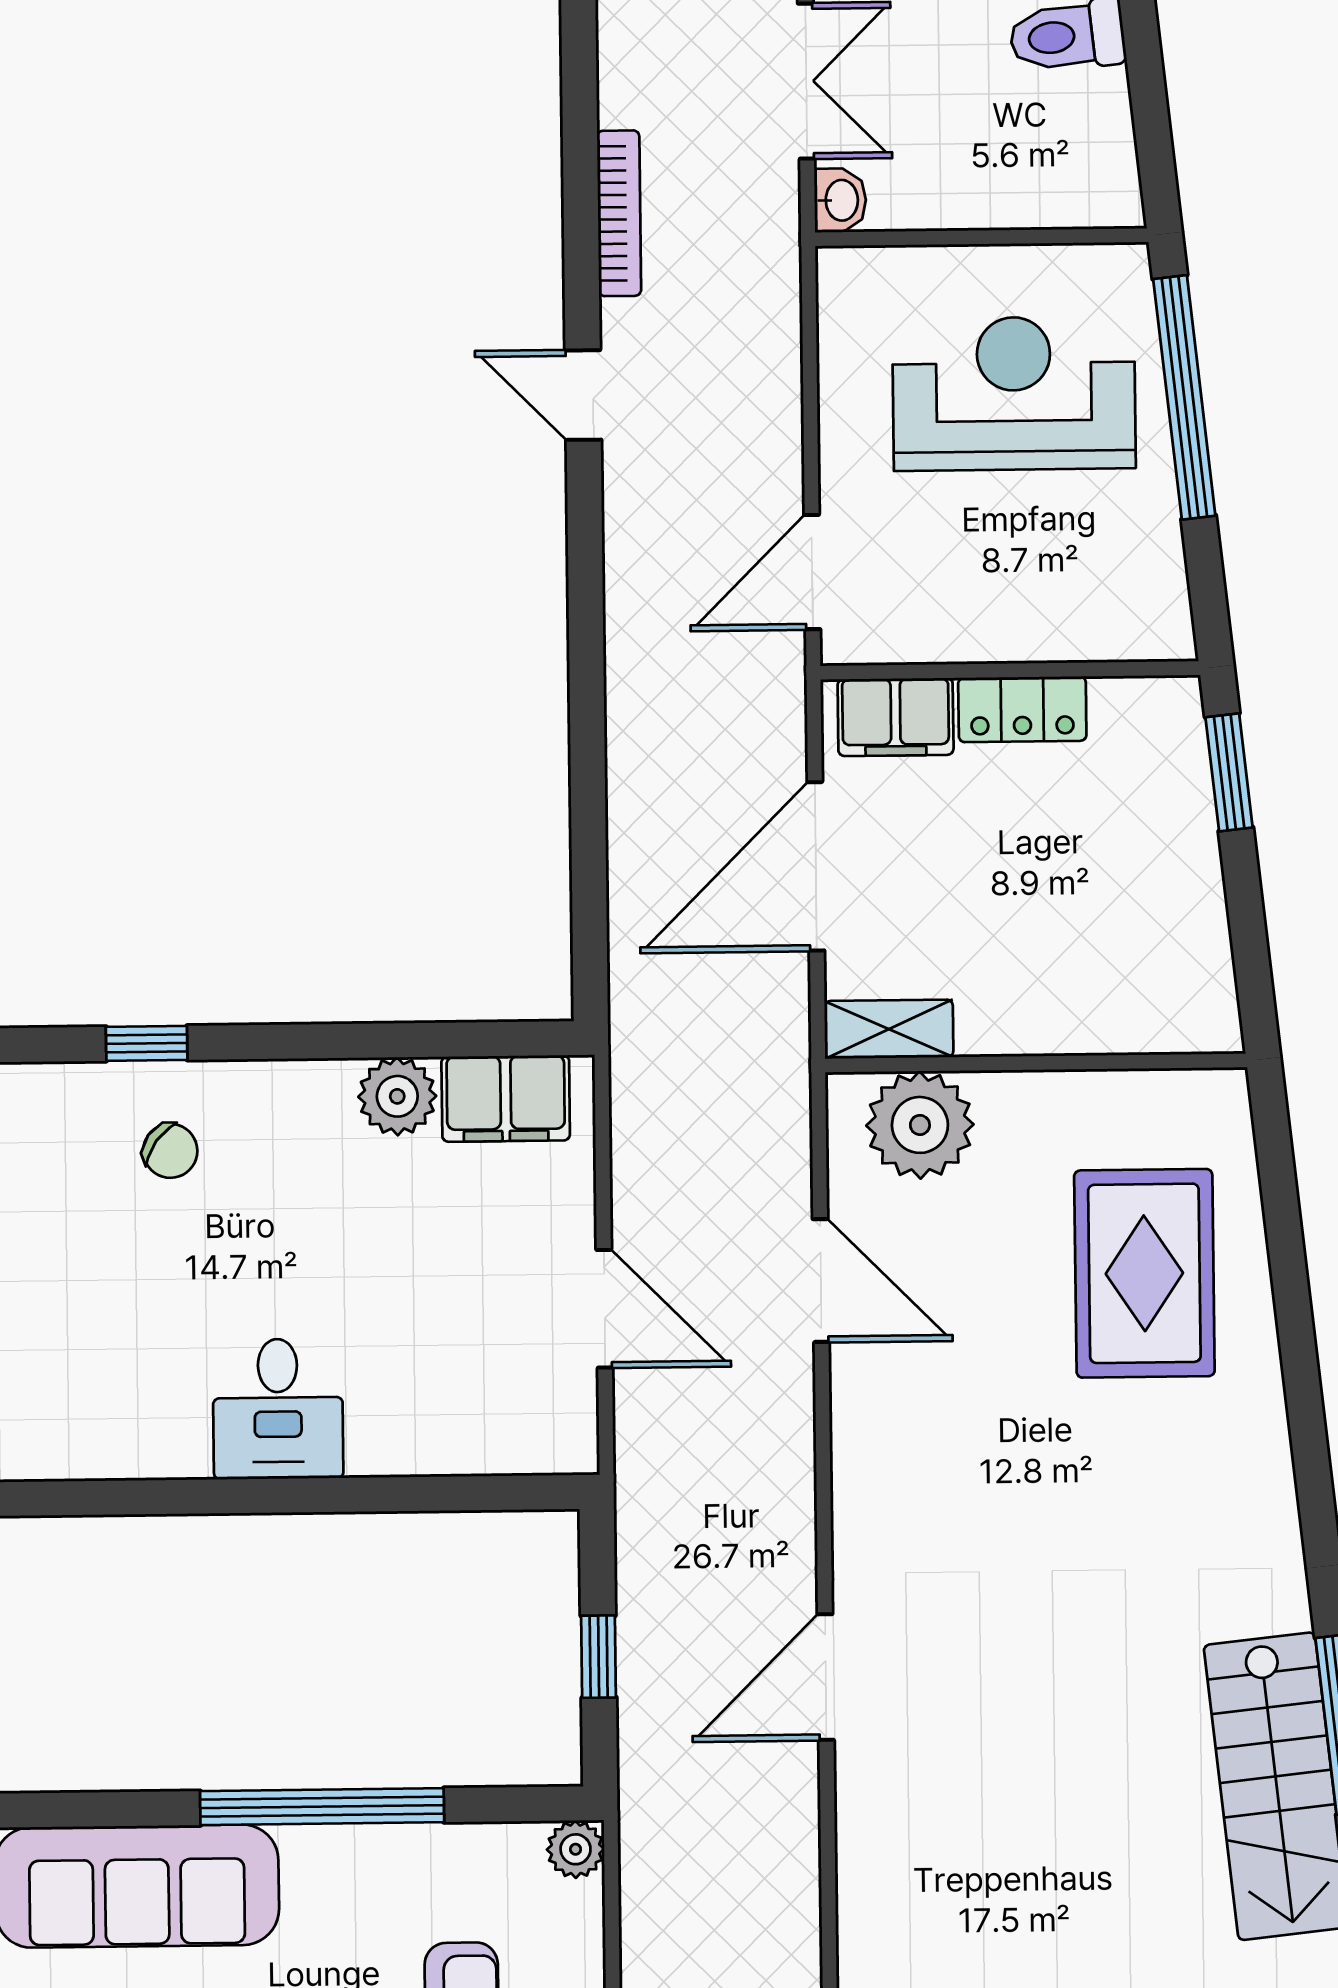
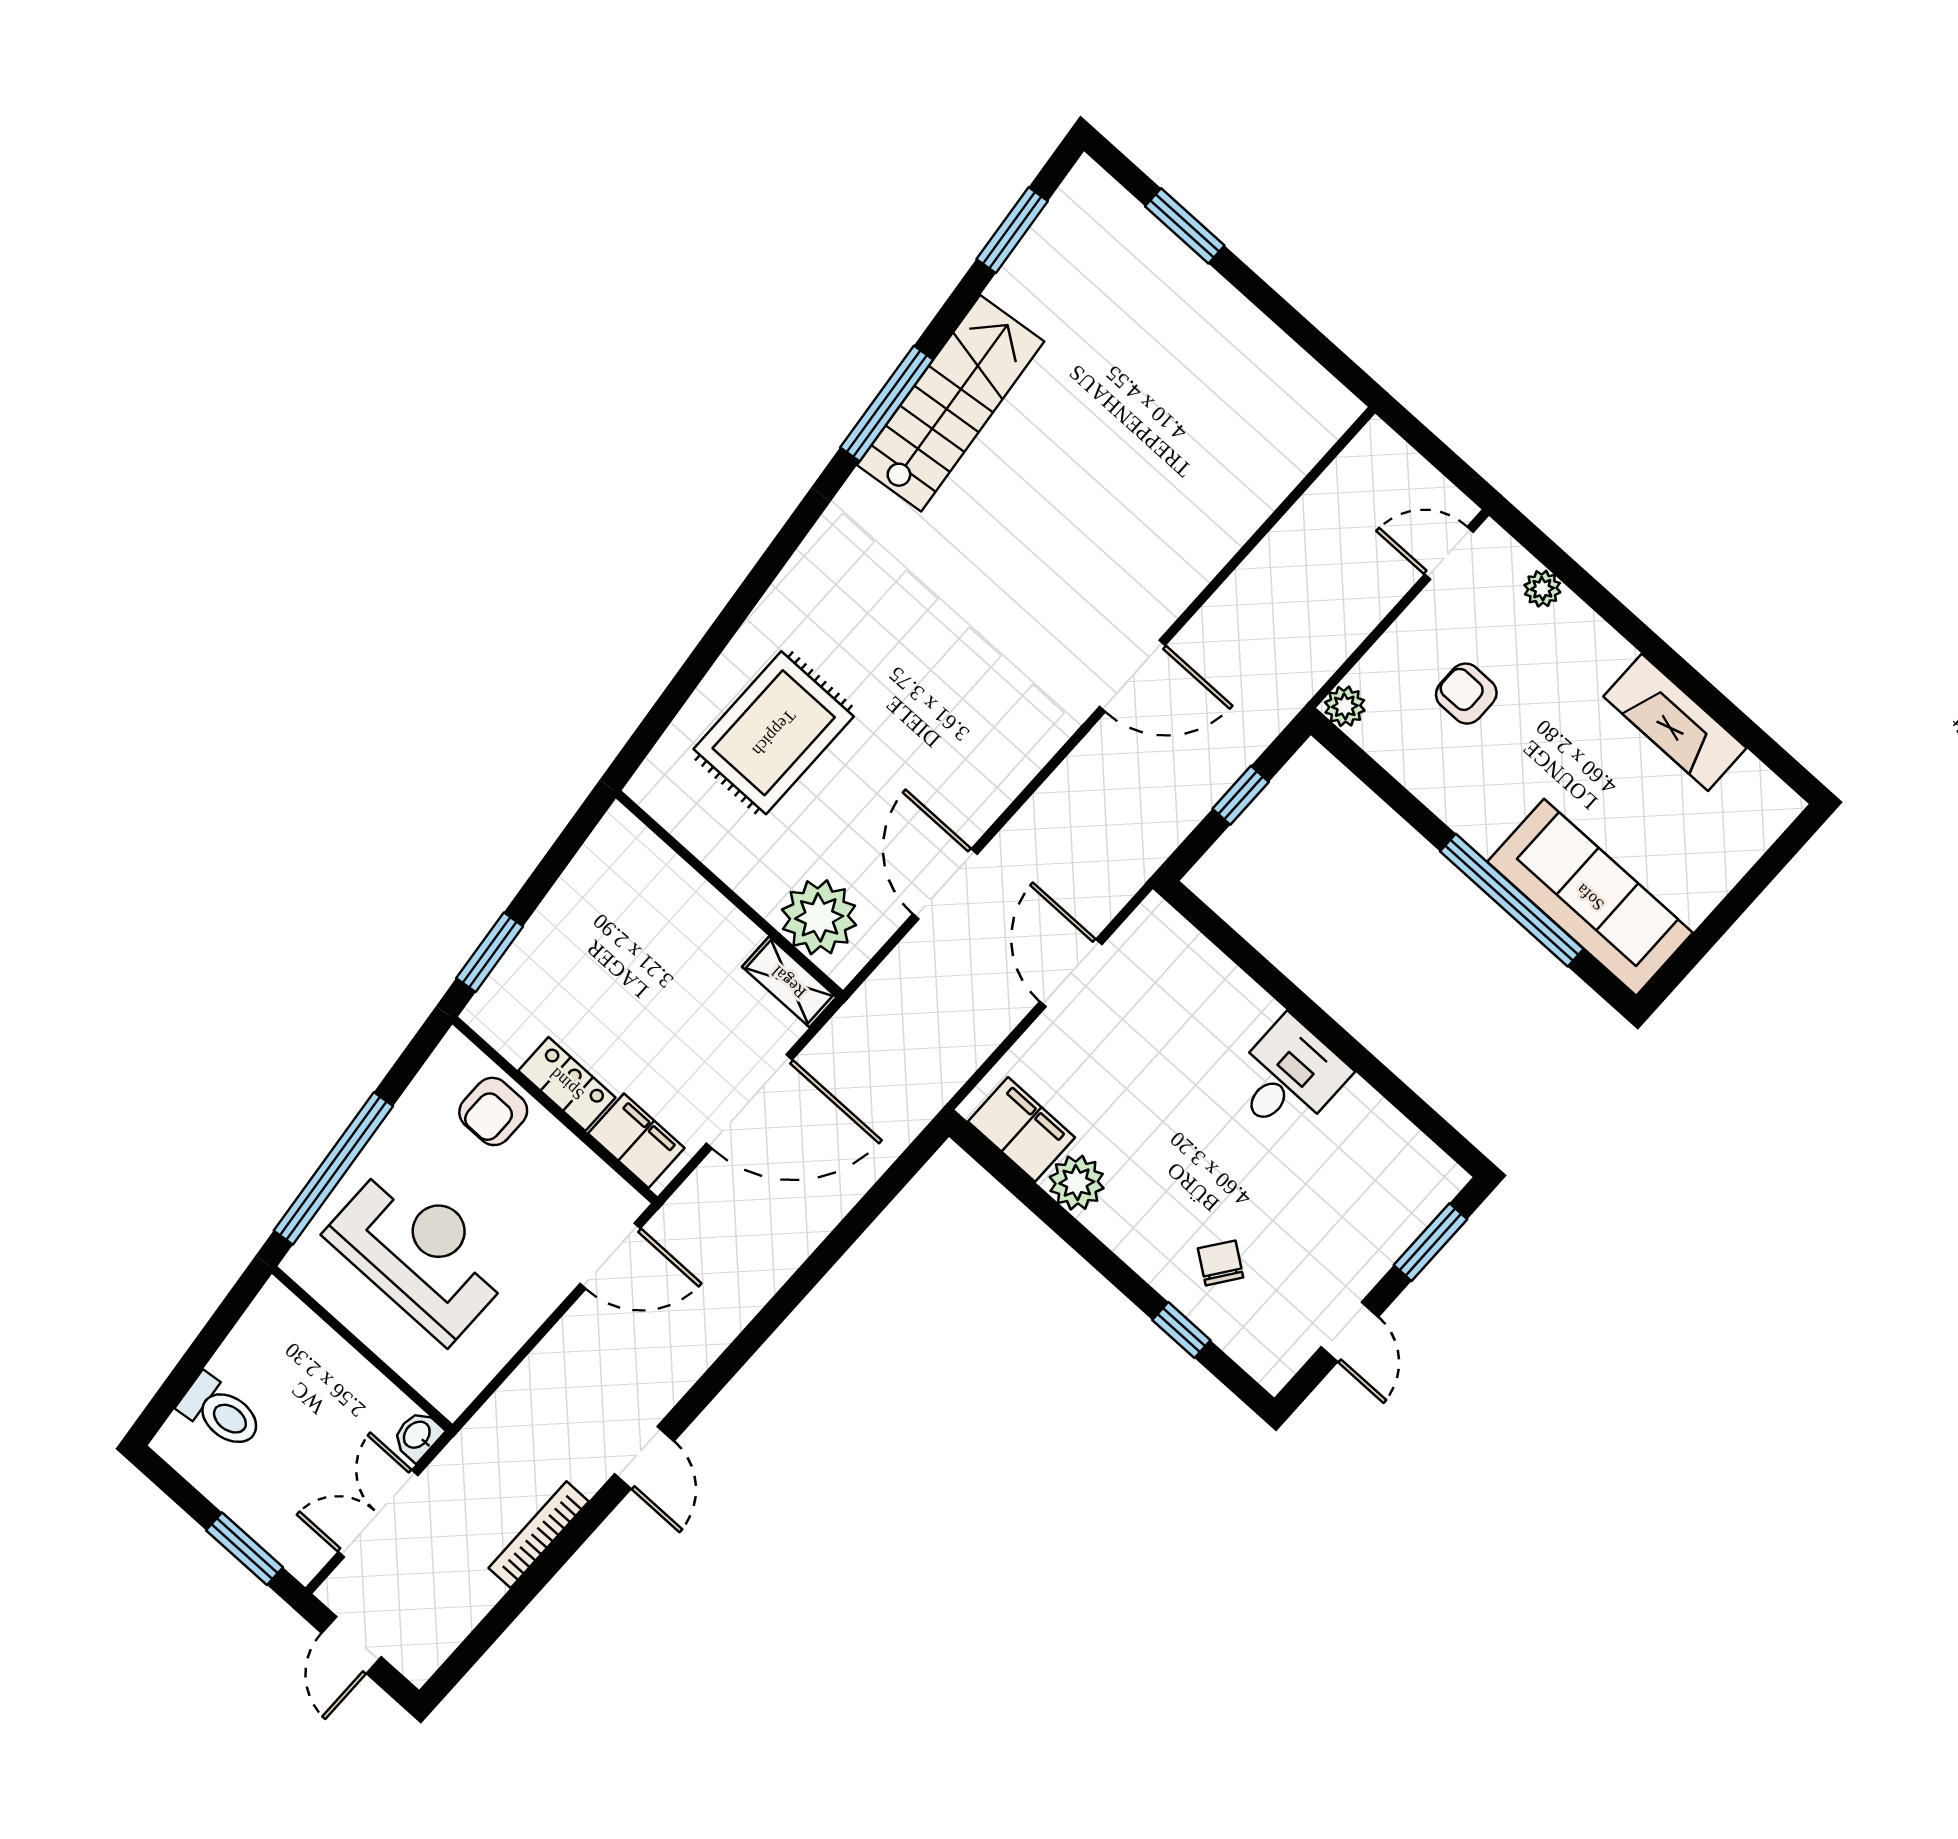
reception desk: (1014, 393) -> (420, 1252), turned 180
armchair: (1073, 610) -> (493, 1111), added
window: (322, 1807) -> (1512, 900), moved

